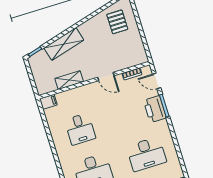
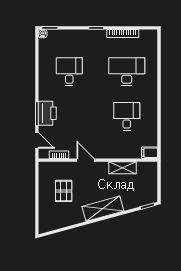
pallet: (117, 22) -> (64, 191), moved
shelving: (64, 44) -> (103, 209), moved
desk: (146, 154) -> (69, 72), width x0.73

